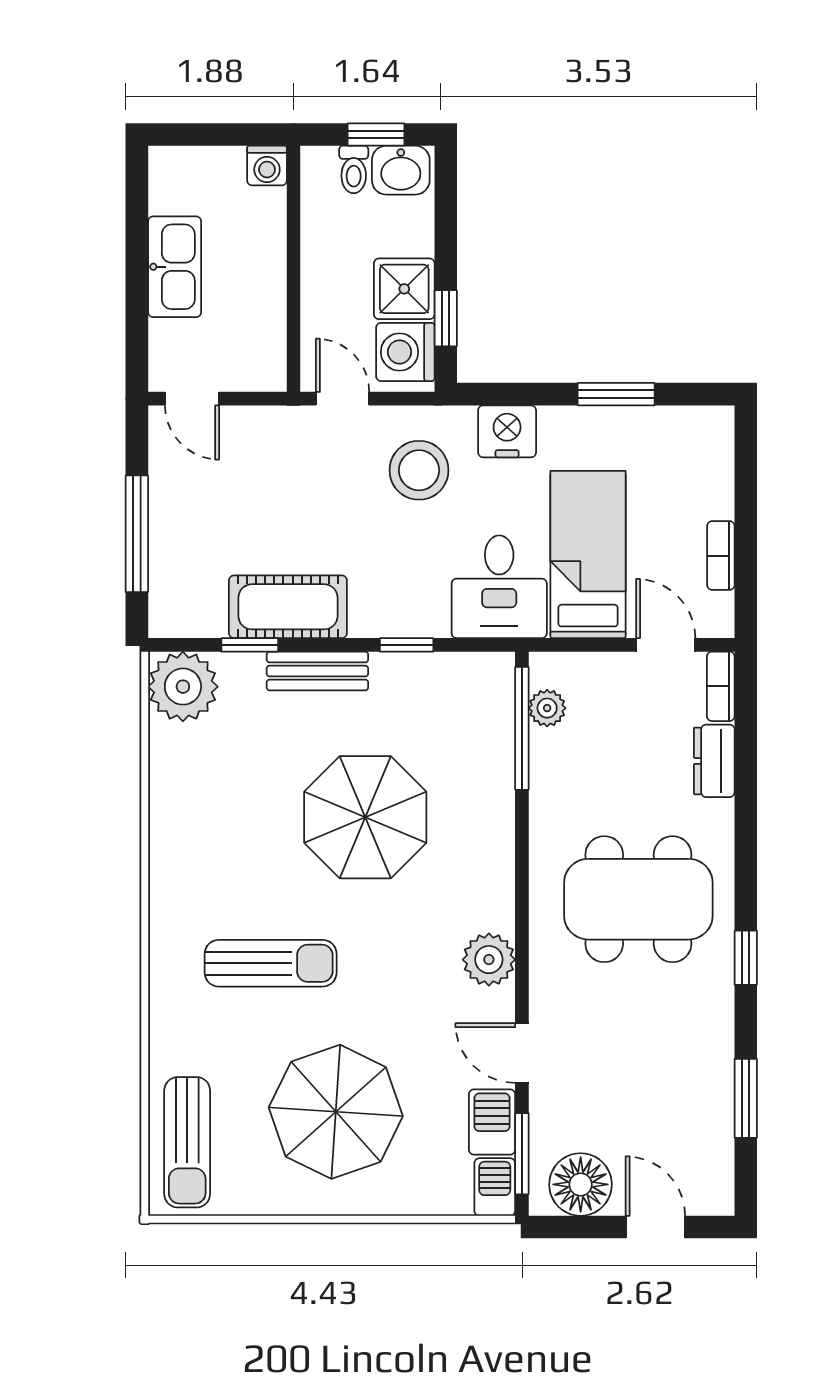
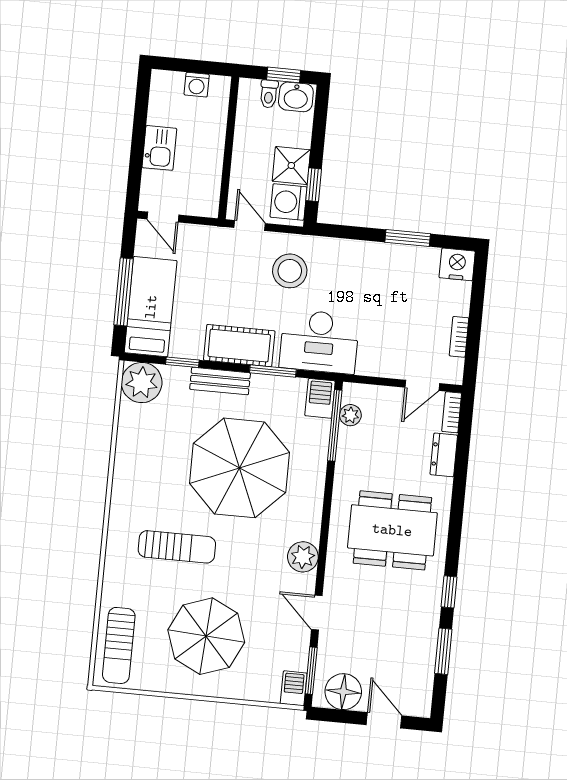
washing machine: (267, 166) -> (197, 85), moved
kitchen sink: (175, 267) -> (159, 148), width x0.73
nightstand: (507, 431) -> (457, 264), moved
bed: (588, 555) -> (151, 307), moved
desk: (499, 587) -> (319, 342), width x1.37
cot: (288, 607) -> (239, 346), moved
window: (407, 645) -> (273, 371), width x1.50
door: (666, 645) -> (422, 385), swing flipped
parasol: (365, 817) -> (240, 468), width x1.36, depth x1.36
window: (746, 958) -> (449, 592), moved
barbecue: (492, 1122) -> (320, 398), moved

